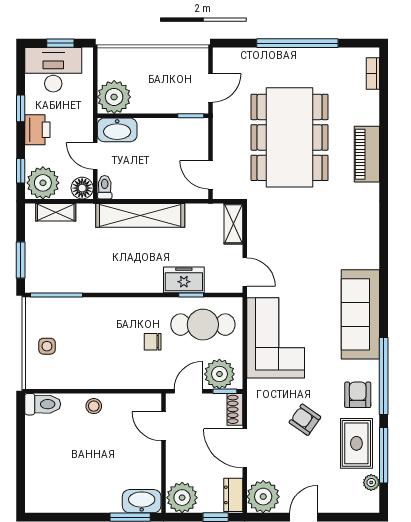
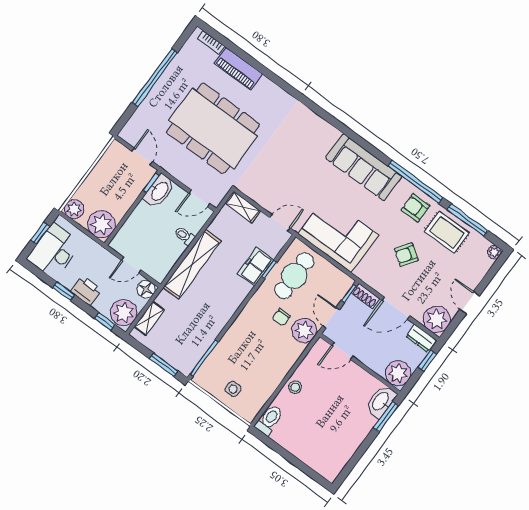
plant: (109, 59) -> (74, 209), added
washbasin: (117, 130) -> (159, 191), moved
piano: (367, 154) -> (238, 69), moved
toilet: (105, 187) -> (184, 236), moved
plant: (219, 374) -> (304, 330), moved
plant: (371, 483) -> (494, 252), moved

